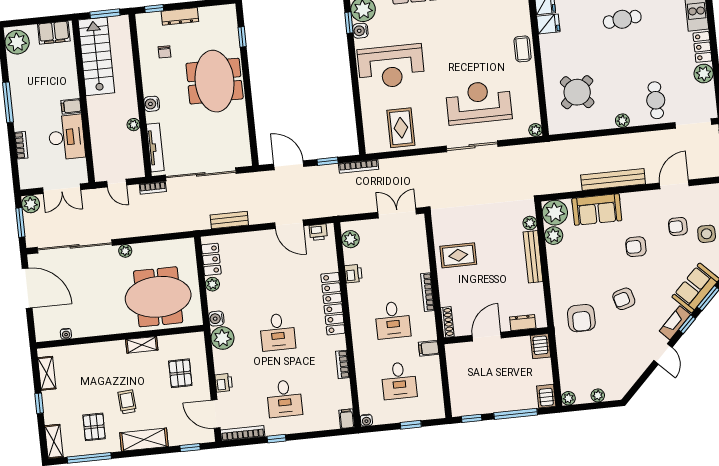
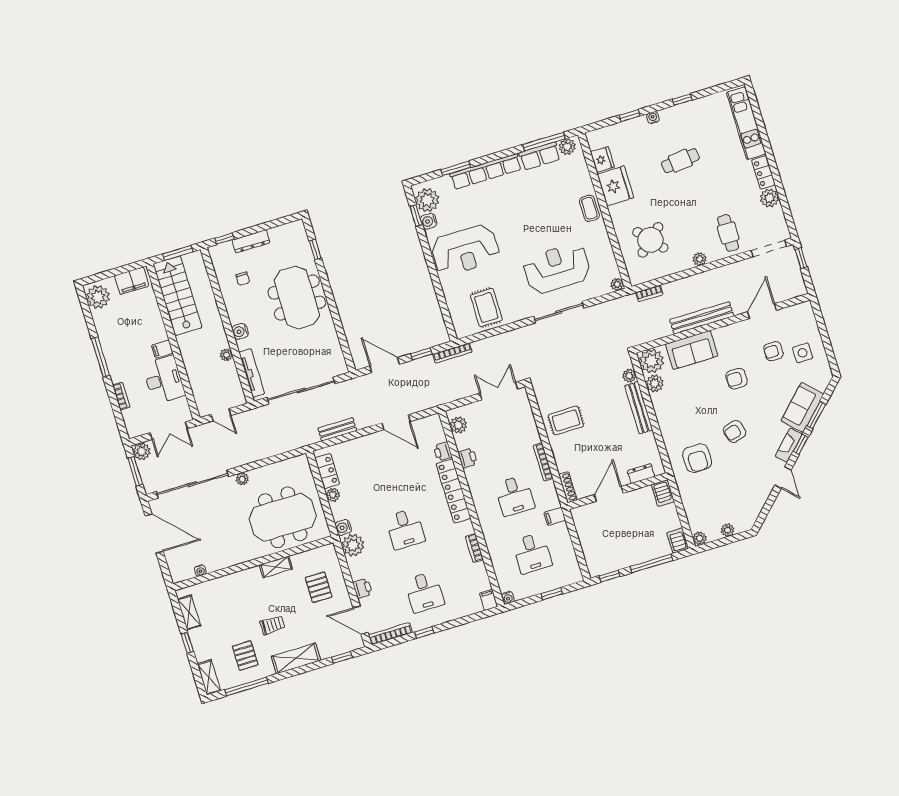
fridge: (548, 24) -> (615, 186), width x1.88, depth x1.34
bookcase: (153, 188) -> (649, 293), moved
printer: (318, 232) -> (443, 452), moved, turned 90
trolley: (127, 402) -> (272, 625), turned 94

